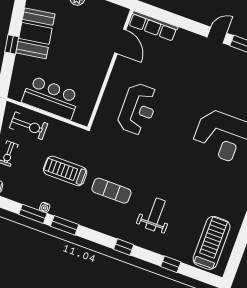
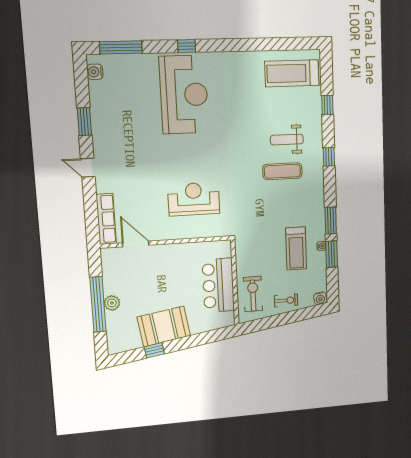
door: (217, 35) -> (88, 168), moved
door: (120, 41) -> (136, 244), hinge flipped
window: (12, 44) -> (154, 350), moved
treadmill: (65, 171) -> (296, 249), moved
exercise mat: (111, 191) -> (282, 171), moved, turned 90

